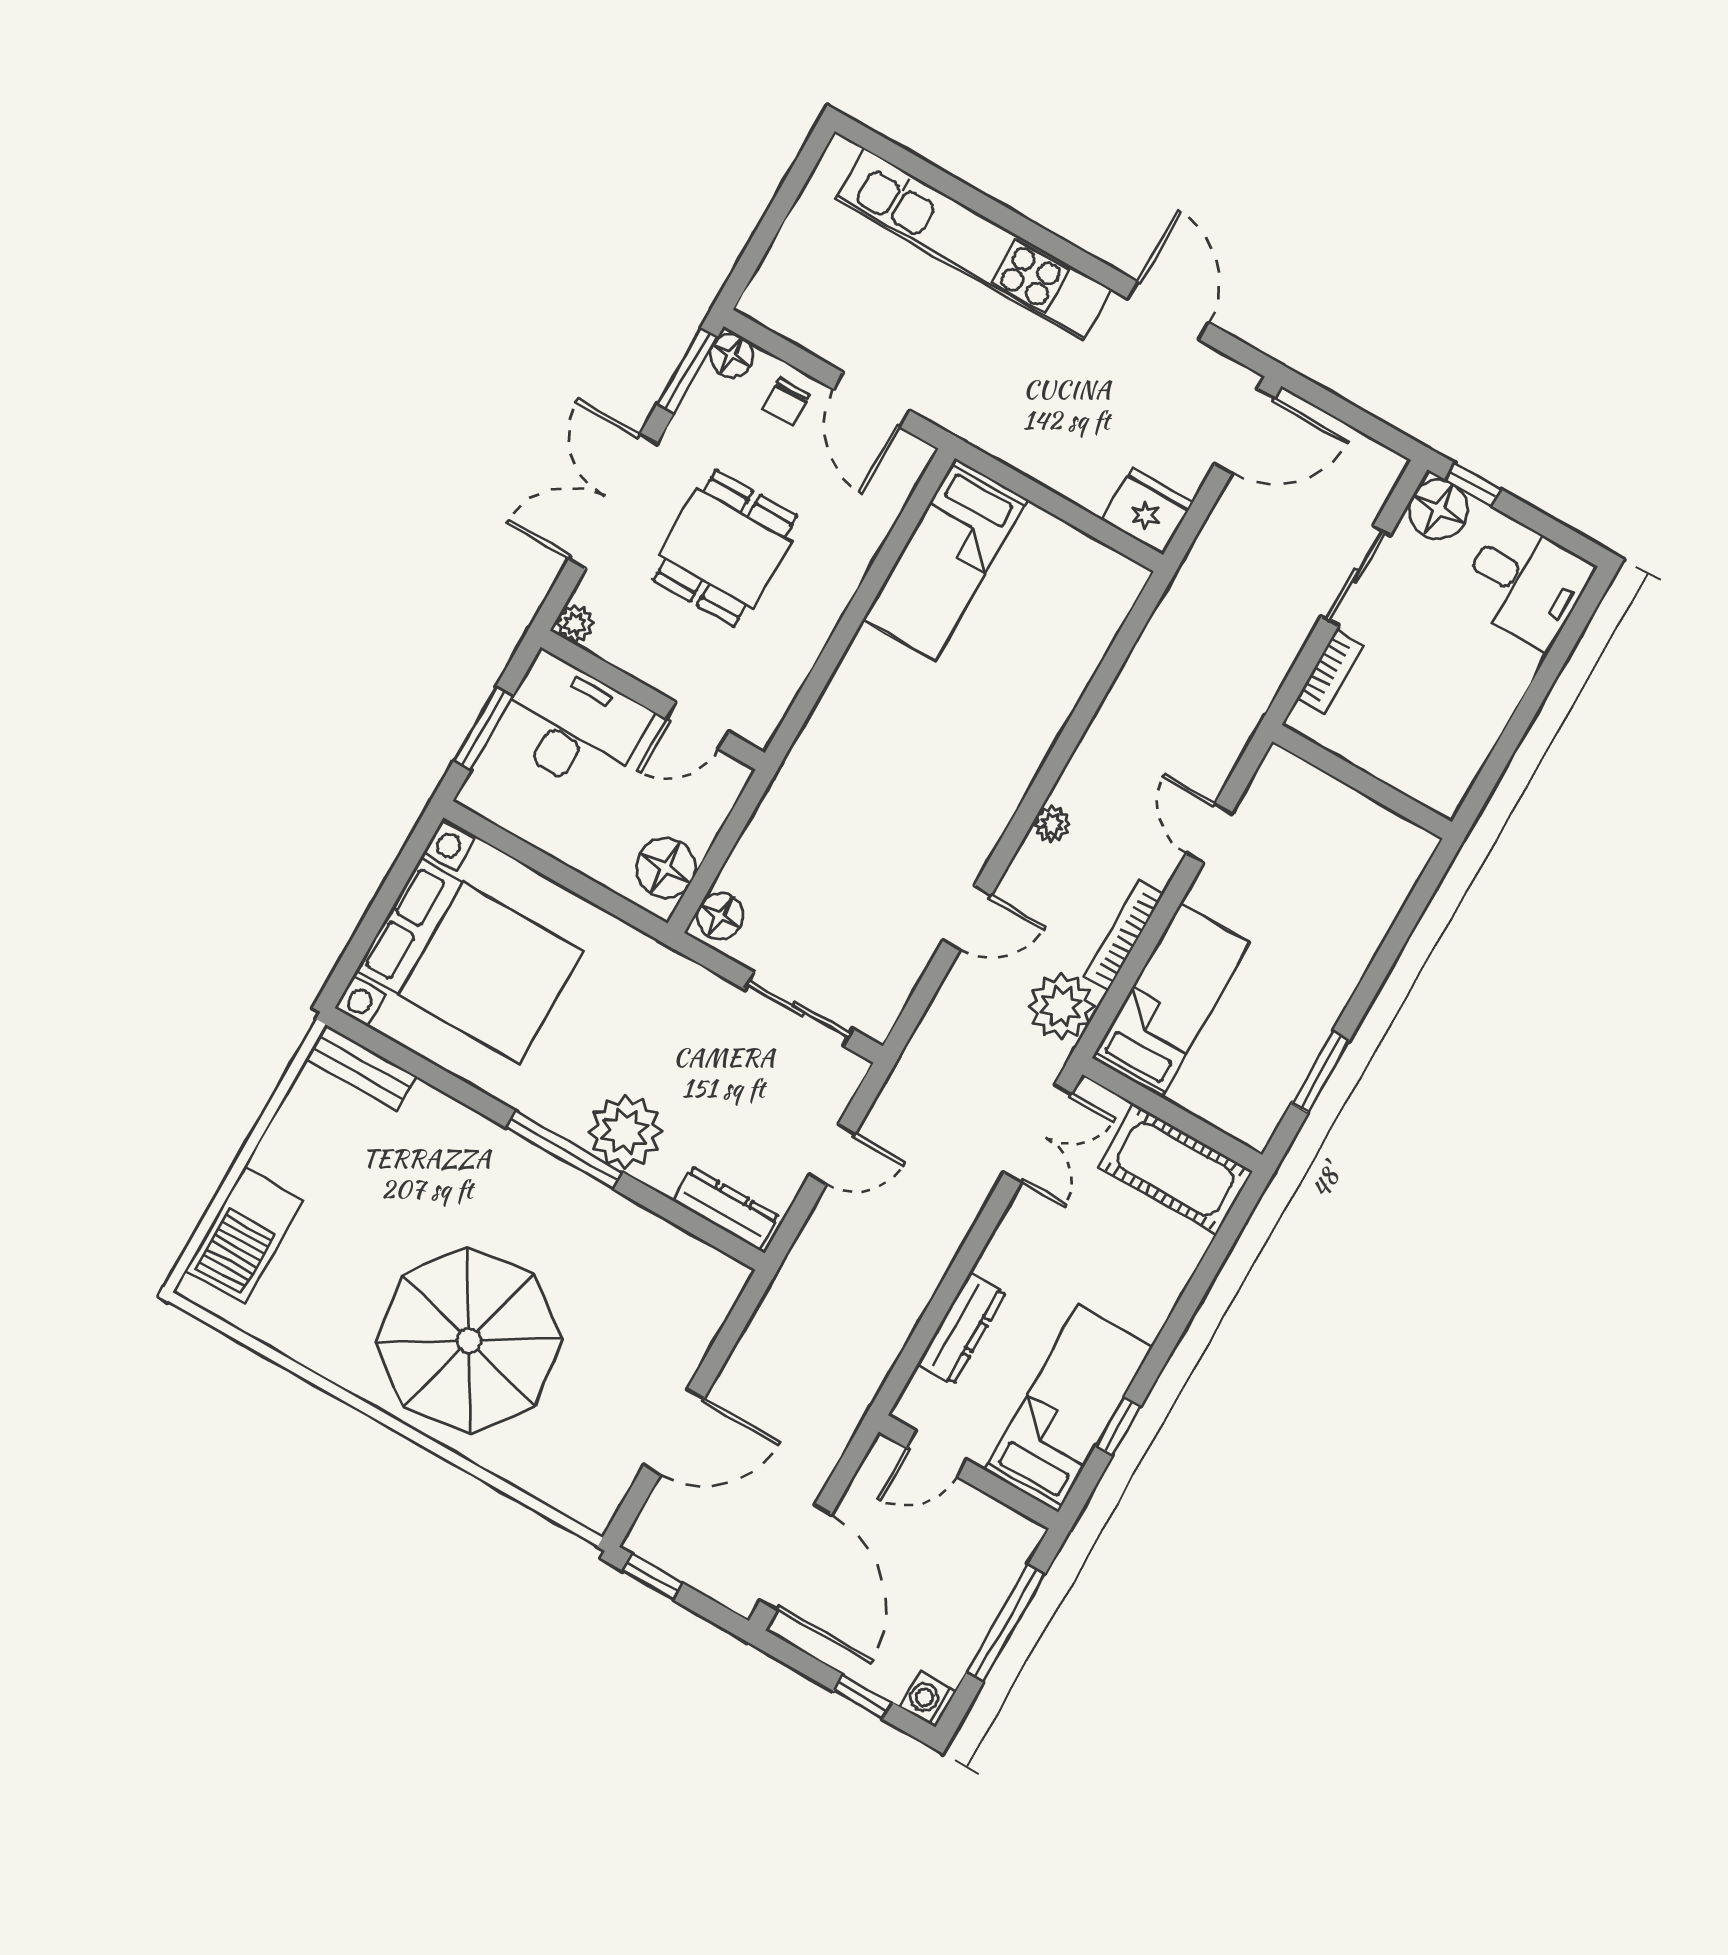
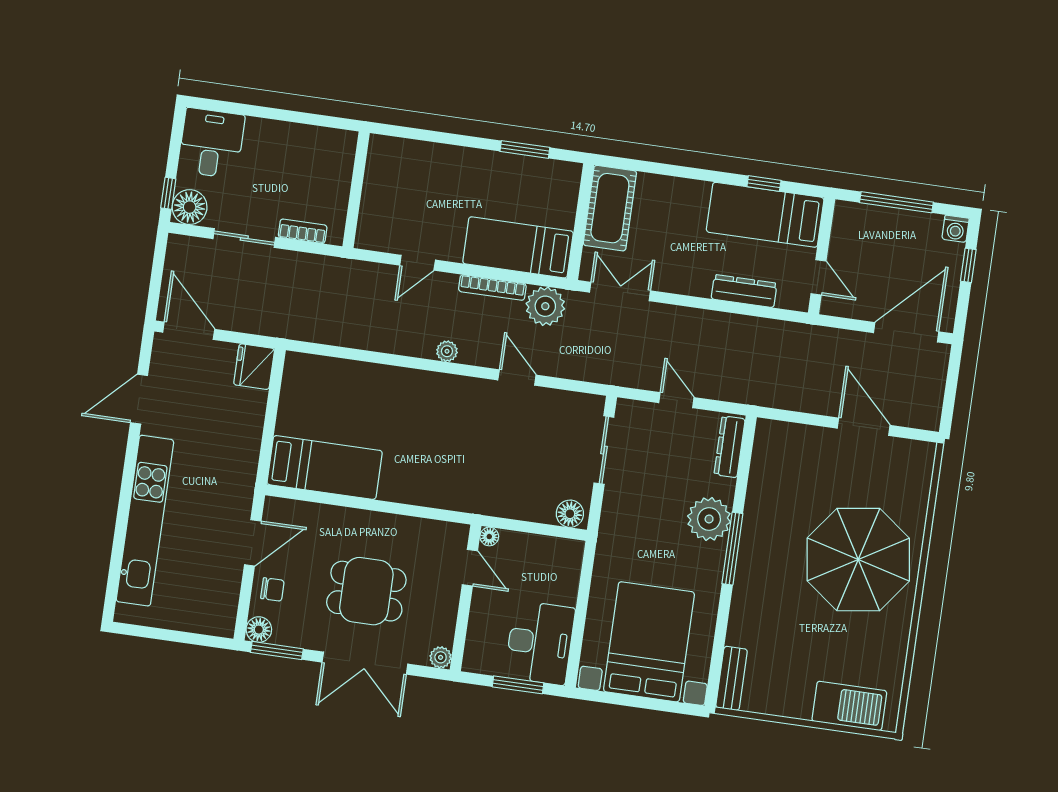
desk: (572, 725) -> (540, 643), moved, turned 180
floor lamp: (666, 868) -> (489, 537), moved, width x0.53, depth x0.53
window: (653, 1577) -> (948, 407), removed

